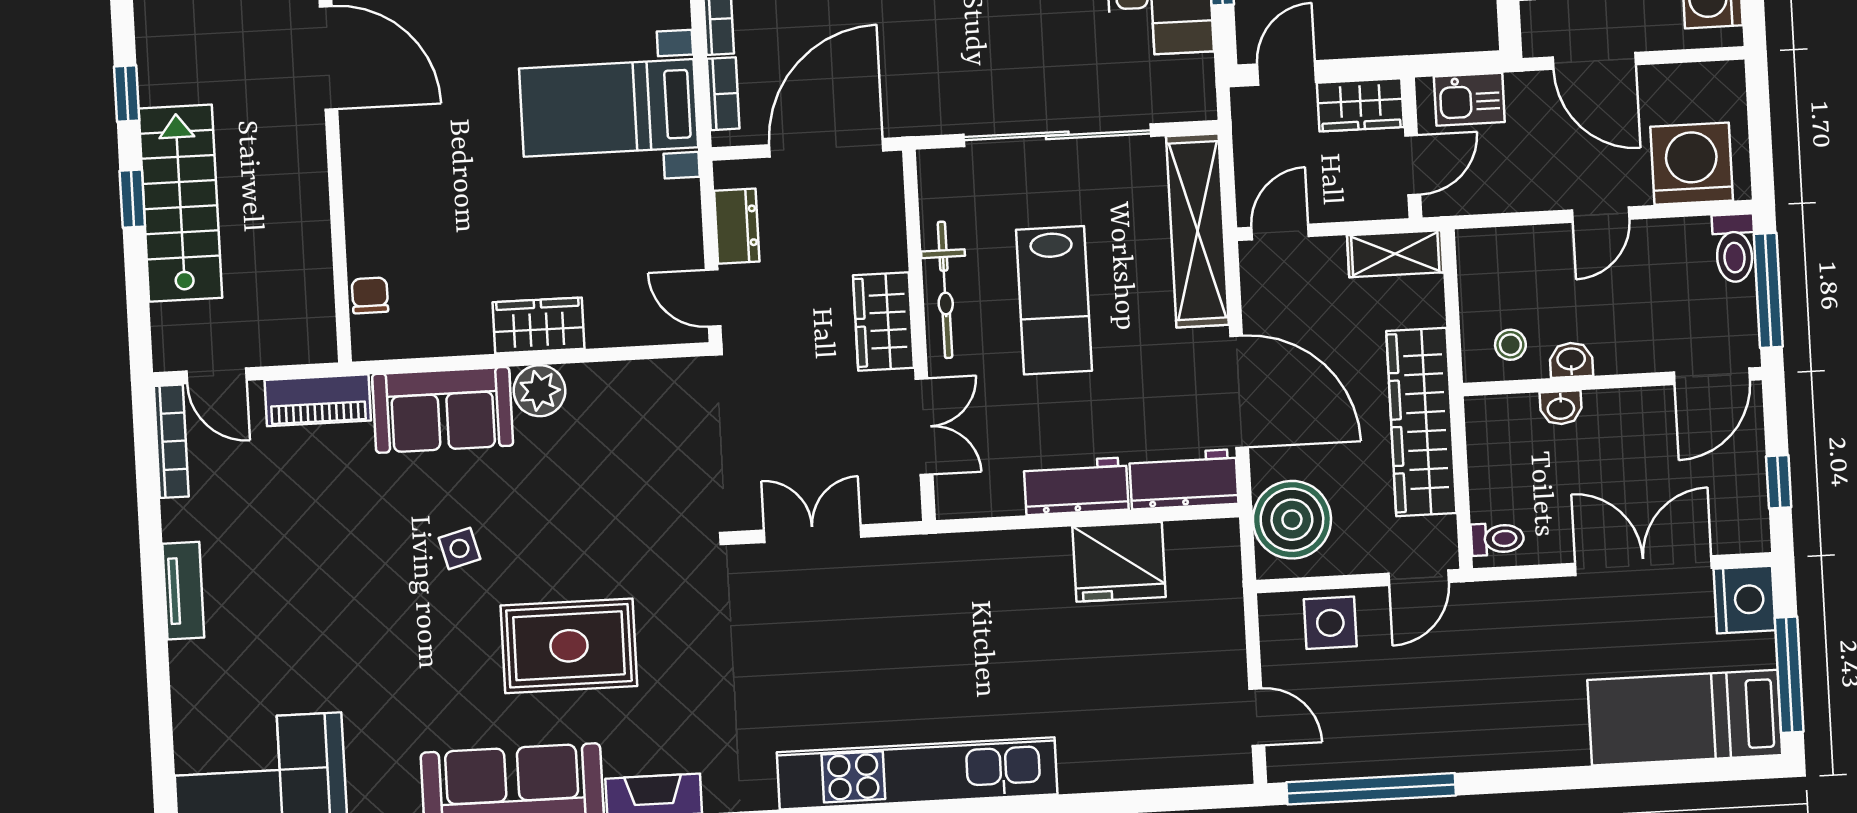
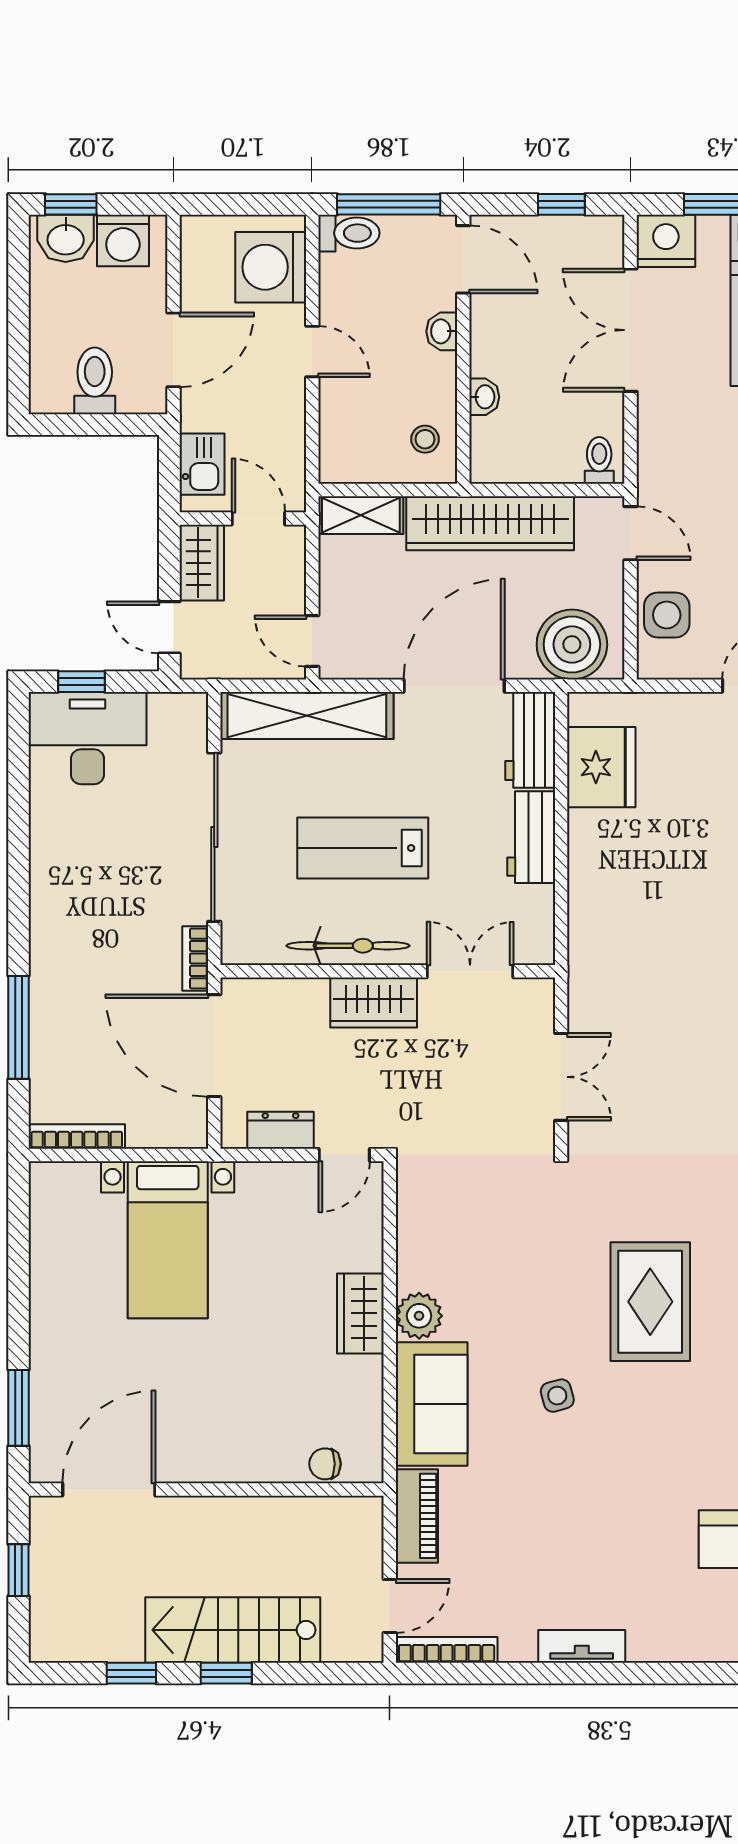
bookcase: (723, 94) -> (195, 958), moved, turned -90
shelving: (1395, 254) -> (361, 515), moved, turned 90
lab bench: (1054, 300) -> (363, 848), turned 180
washbasin: (1571, 360) -> (442, 331), moved
double door: (813, 534) -> (561, 1077), swing flipped
fridge: (1119, 562) -> (601, 767), moved

